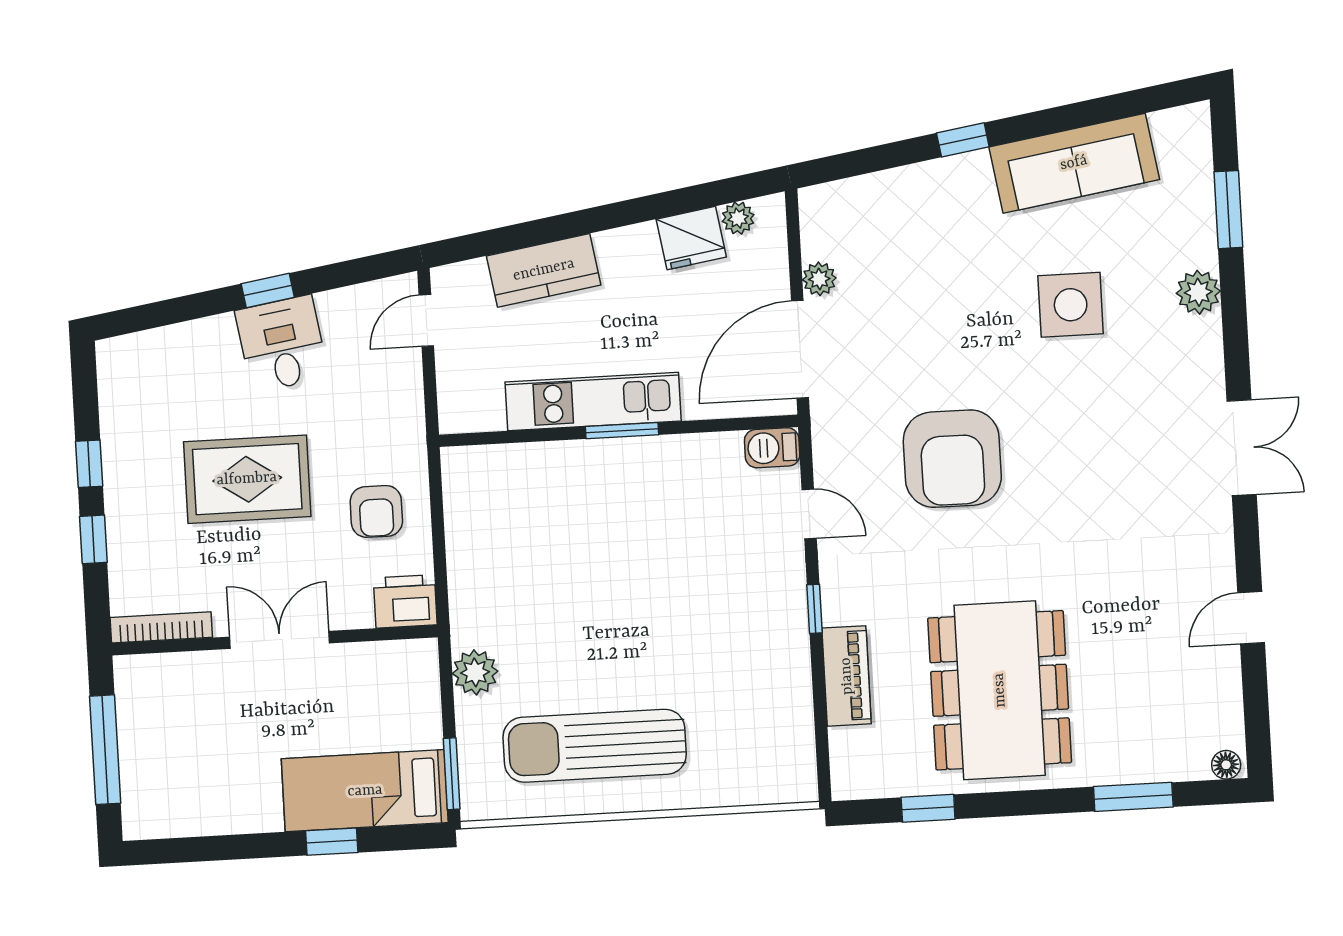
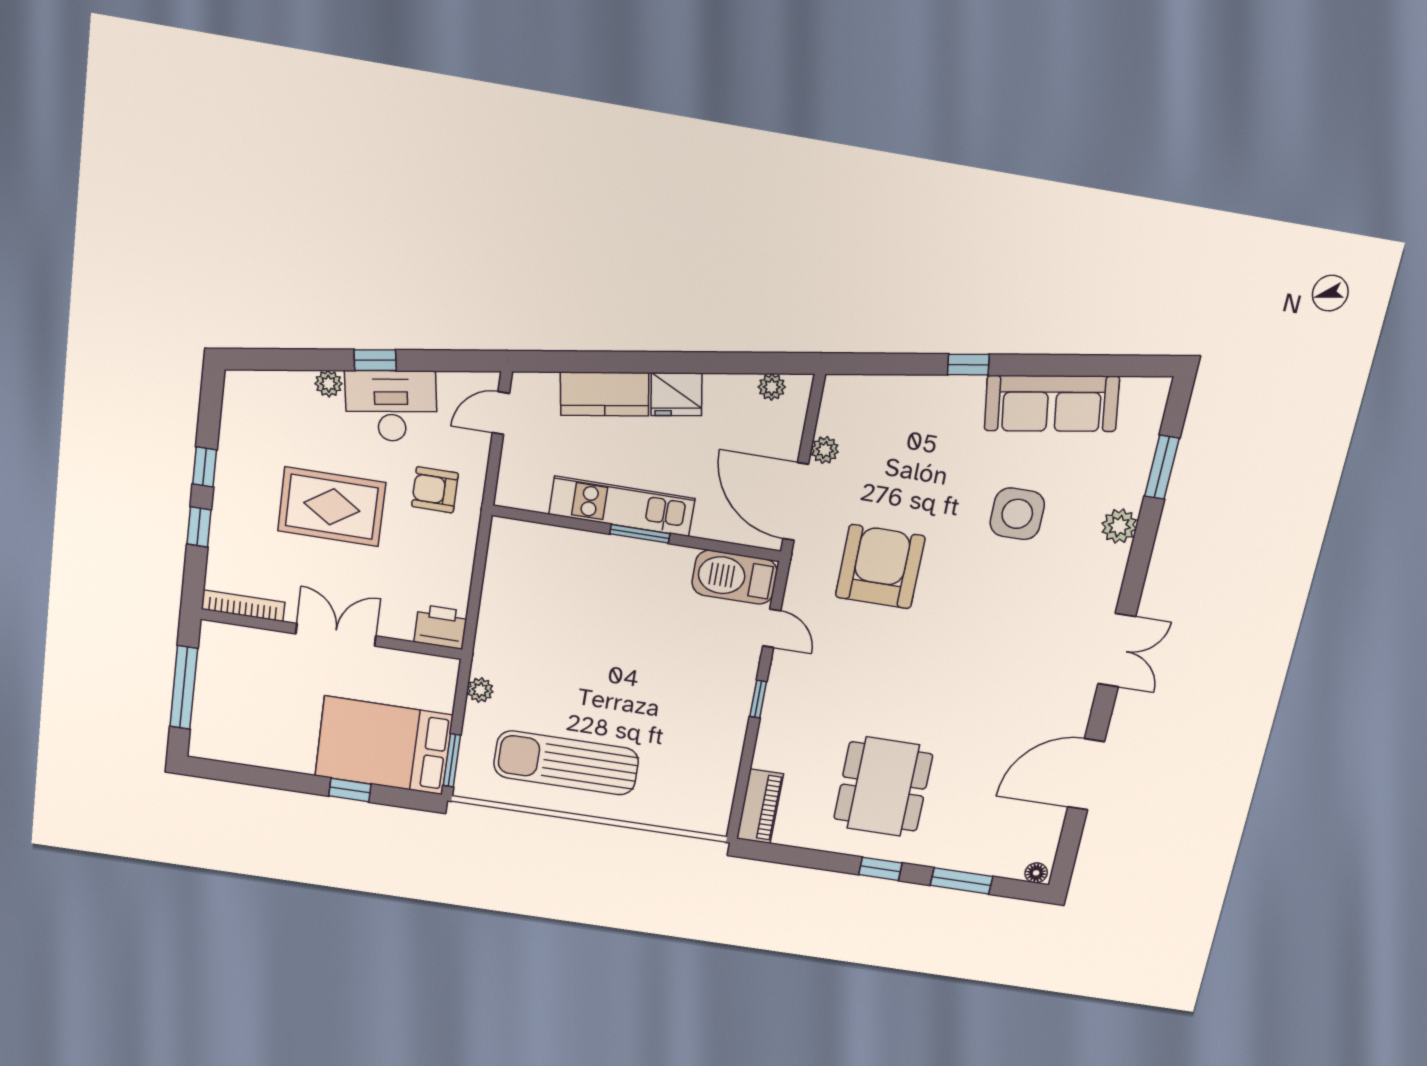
fridge: (691, 238) -> (676, 394), moved
plant: (218, 331) -> (329, 384), added
desk: (282, 344) -> (391, 406), width x1.37
door: (800, 349) -> (796, 502), hinge flipped
barbecue: (772, 448) -> (735, 577), width x1.88, depth x1.53
armchair: (952, 459) -> (880, 567), moved, turned 180
armchair: (376, 511) -> (435, 490), moved, turned 90
door: (1251, 618) -> (1086, 774), width x1.88
plant: (475, 672) -> (480, 690), width x0.73, depth x0.73
piano: (847, 676) -> (760, 806), moved
dining table: (1000, 690) -> (883, 787), width x0.73, depth x0.80
bed: (365, 791) -> (384, 745), width x1.50
window: (928, 808) -> (880, 869), moved

